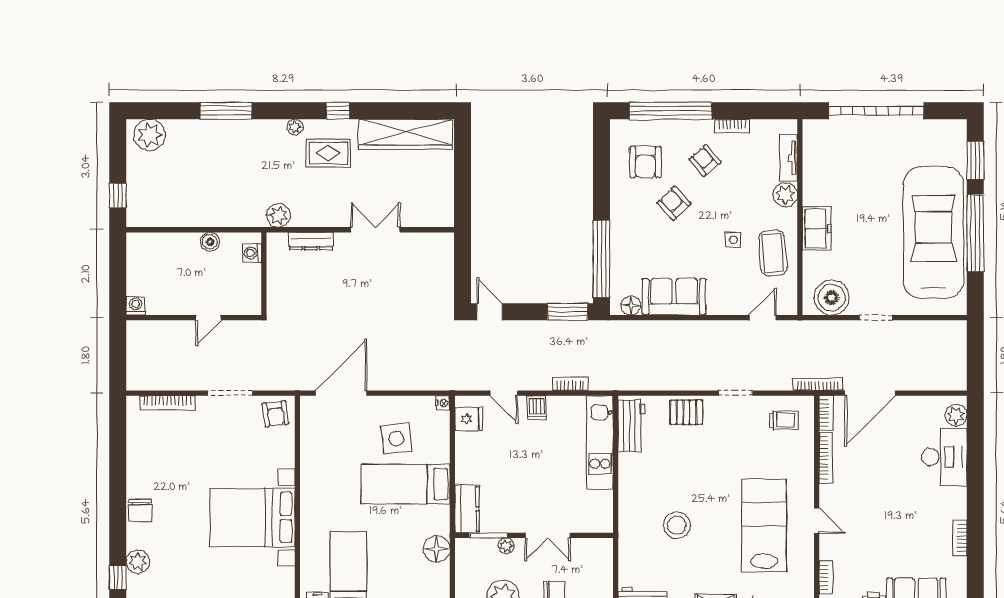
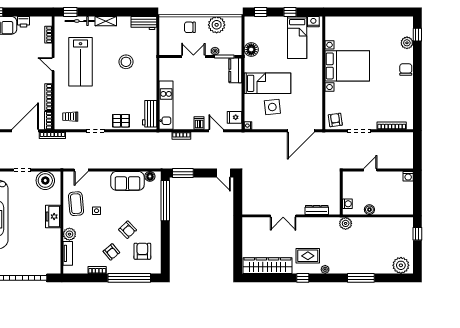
plant: (279, 215) -> (346, 223), moved

